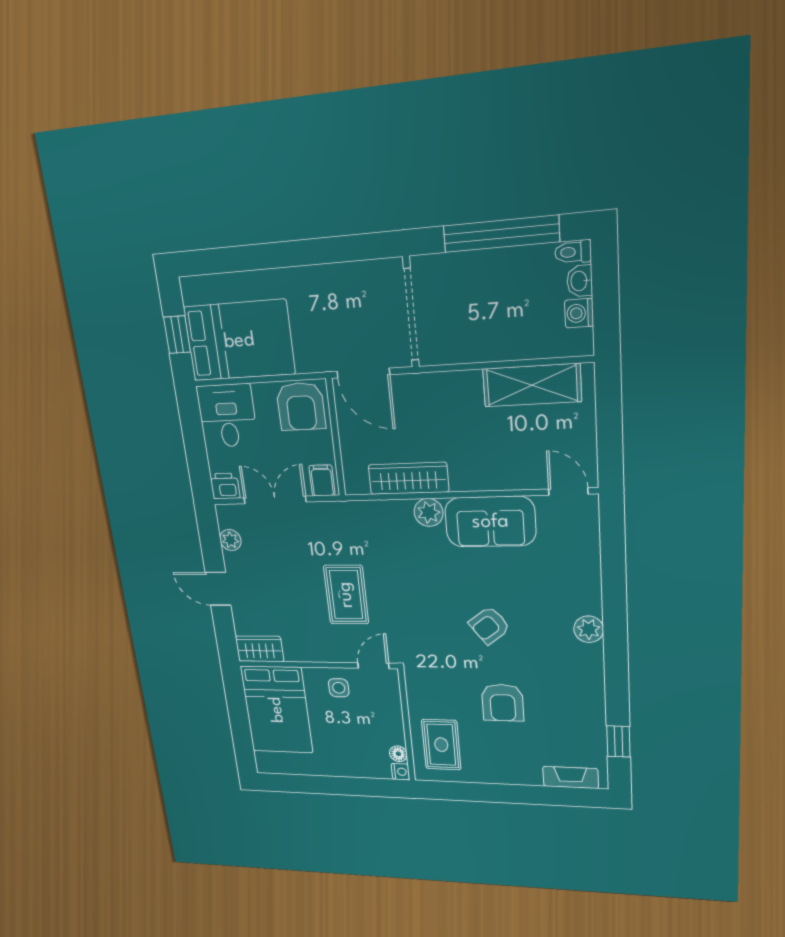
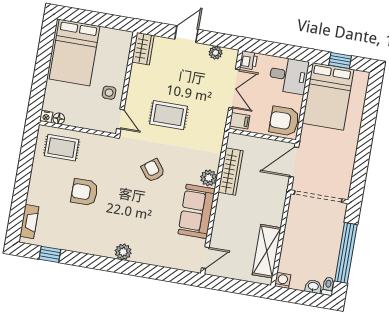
washing machine: (579, 313) -> (283, 280), moved
armchair: (489, 625) -> (153, 170), moved
bed: (277, 710) -> (75, 53), moved, turned -90

